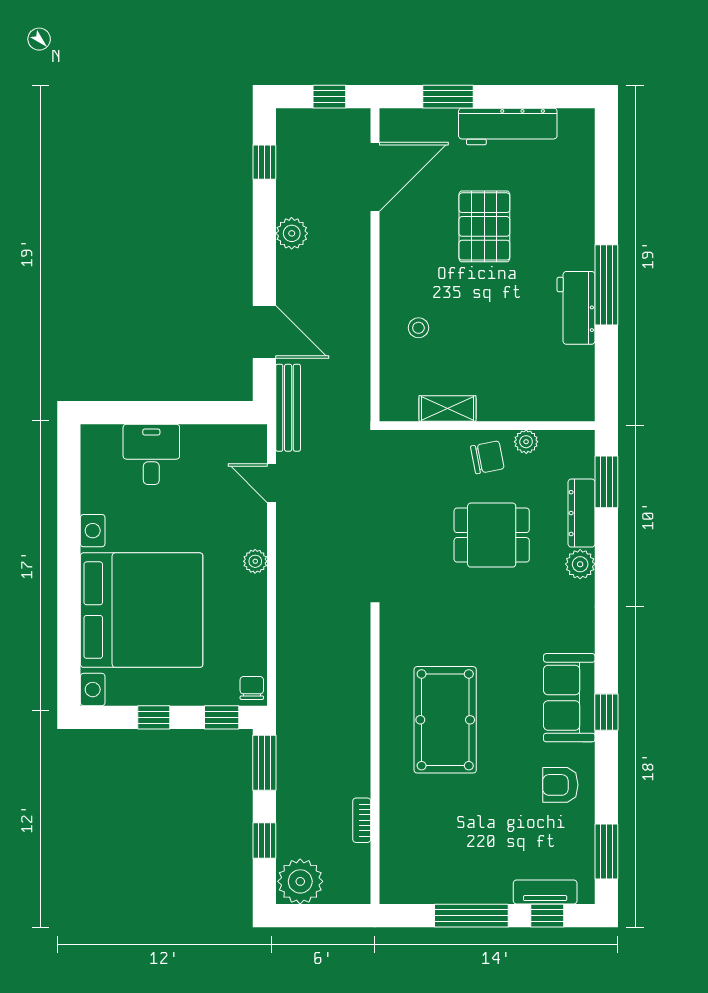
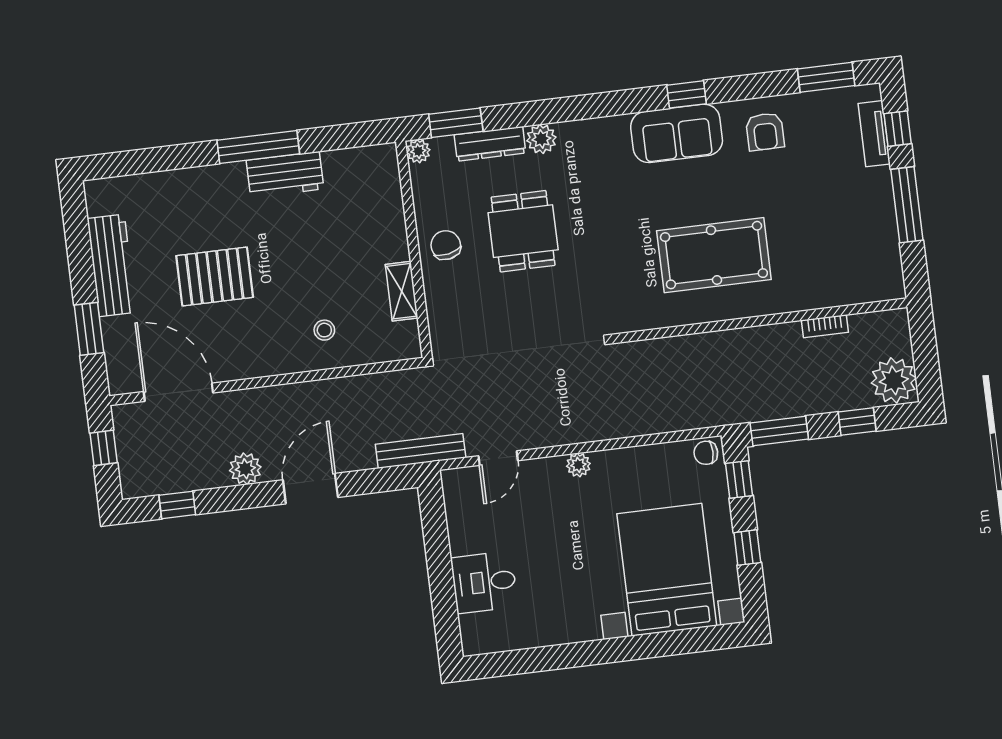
door: (264, 332) -> (310, 489), moved
plant: (526, 442) -> (418, 151), moved
bed with nightstands: (142, 610) -> (667, 570), width x0.73

